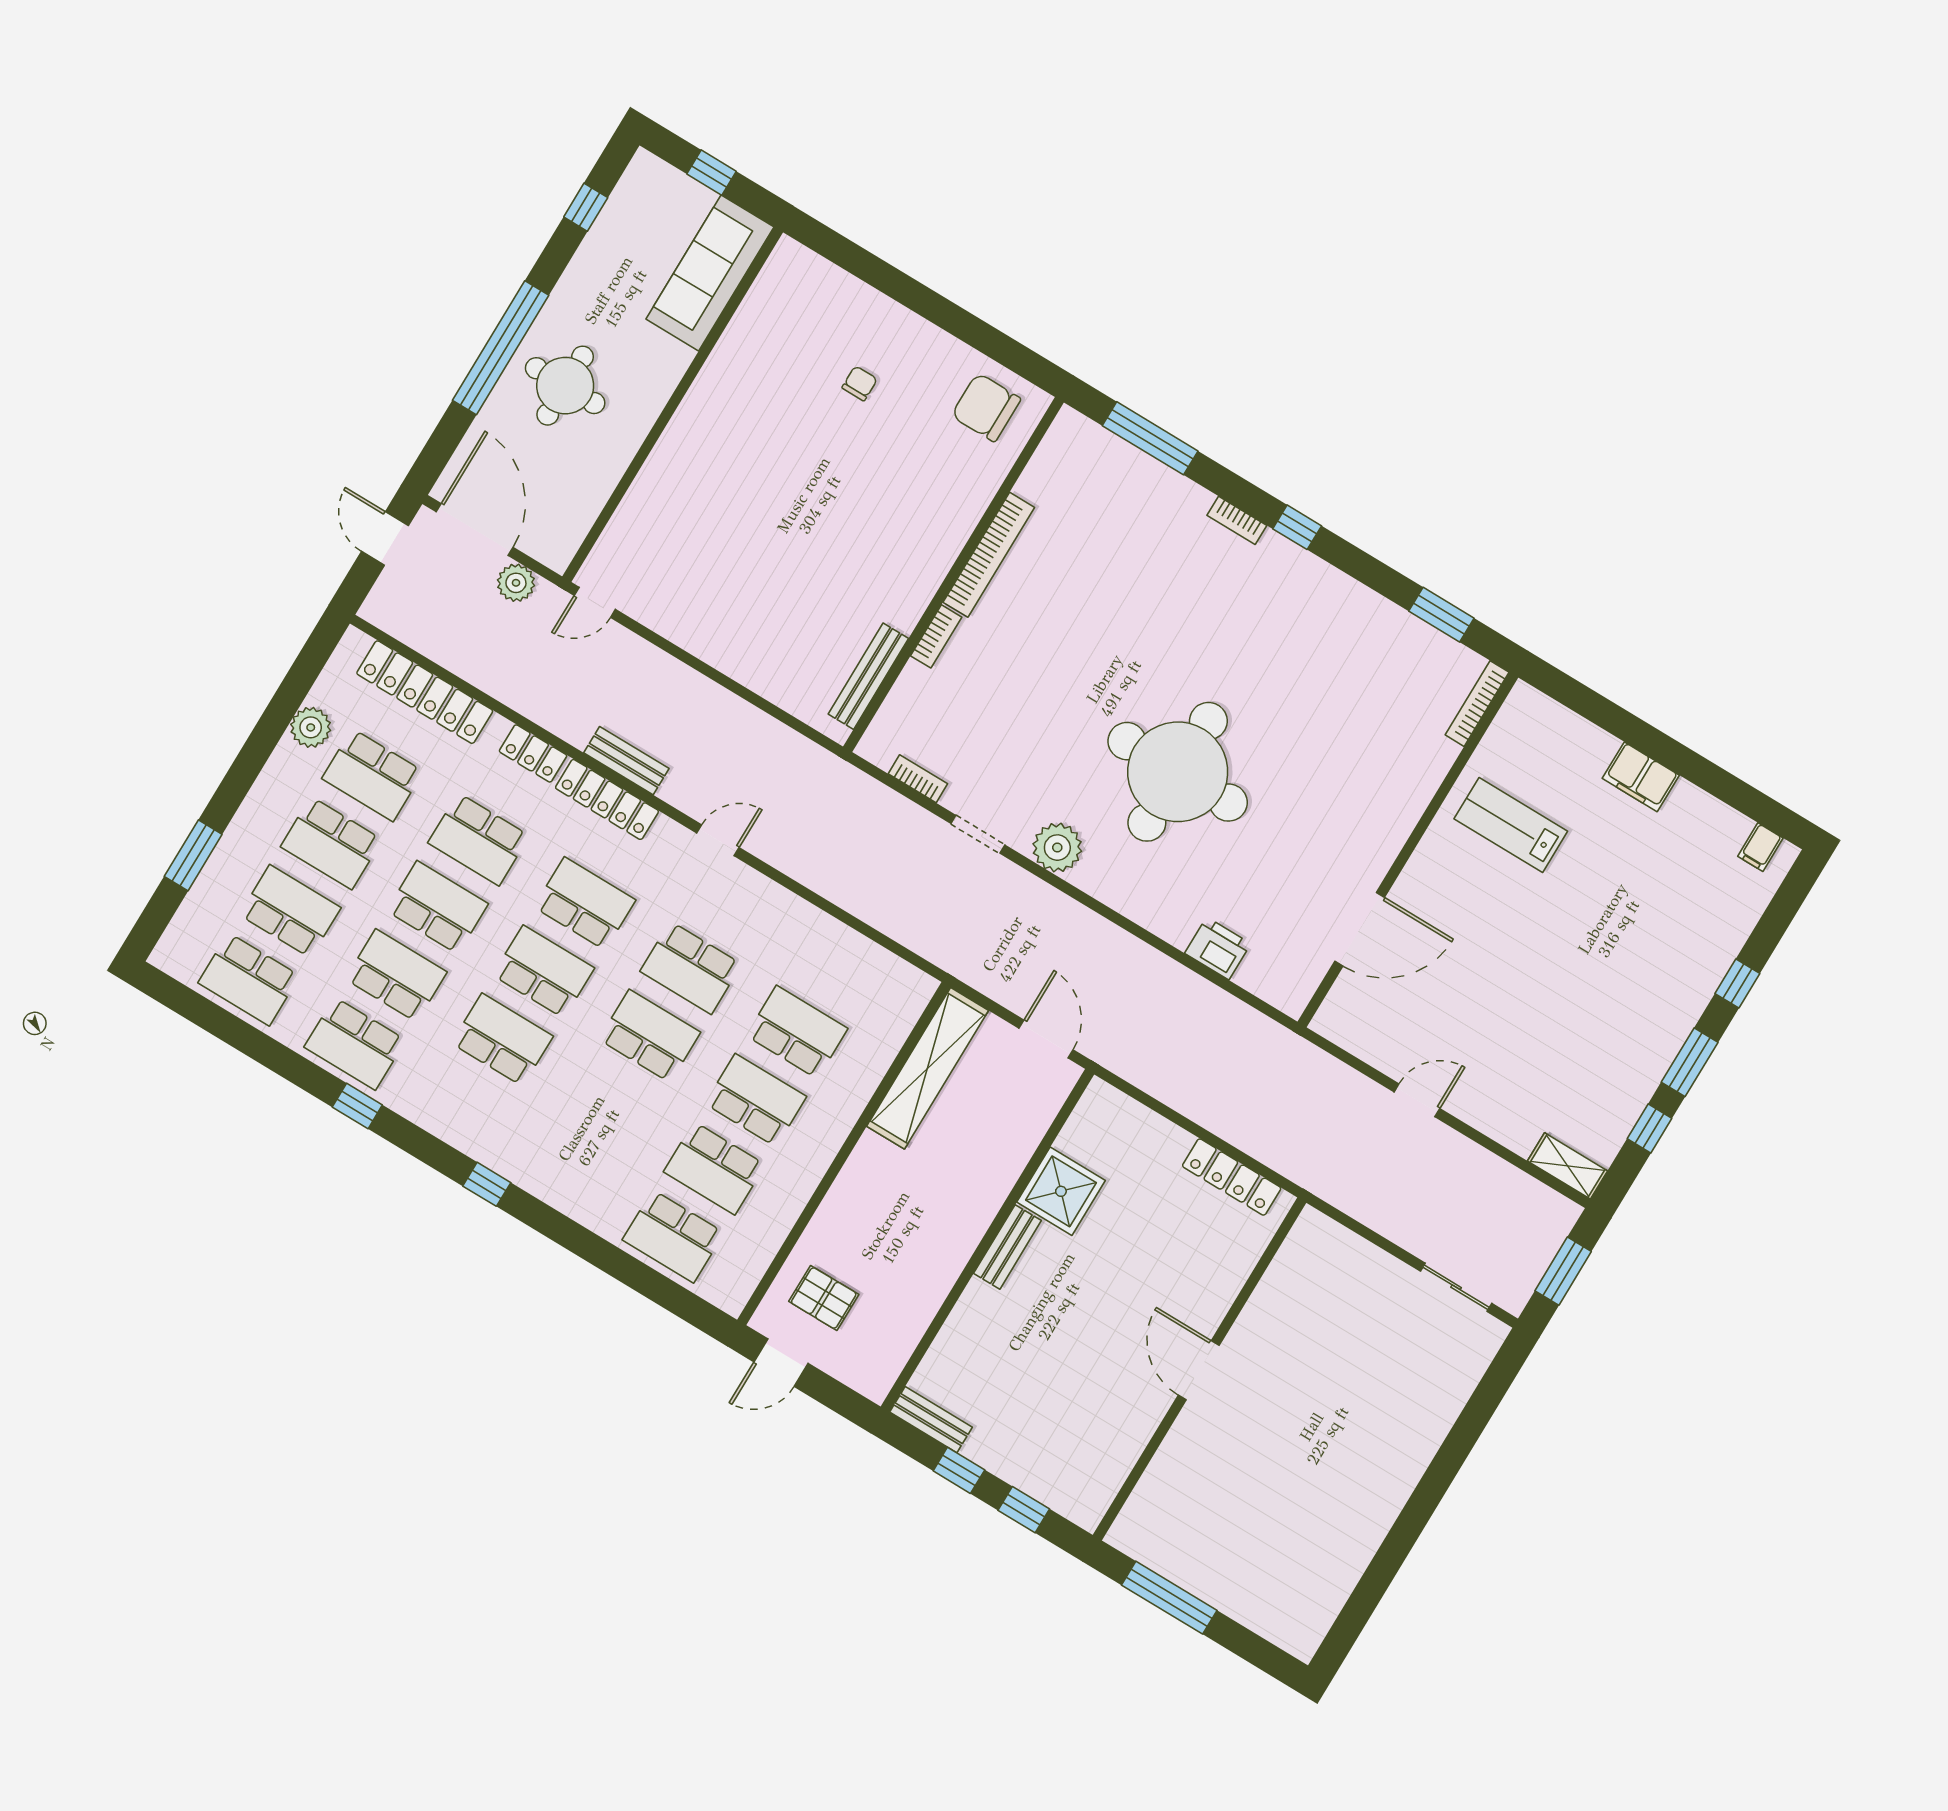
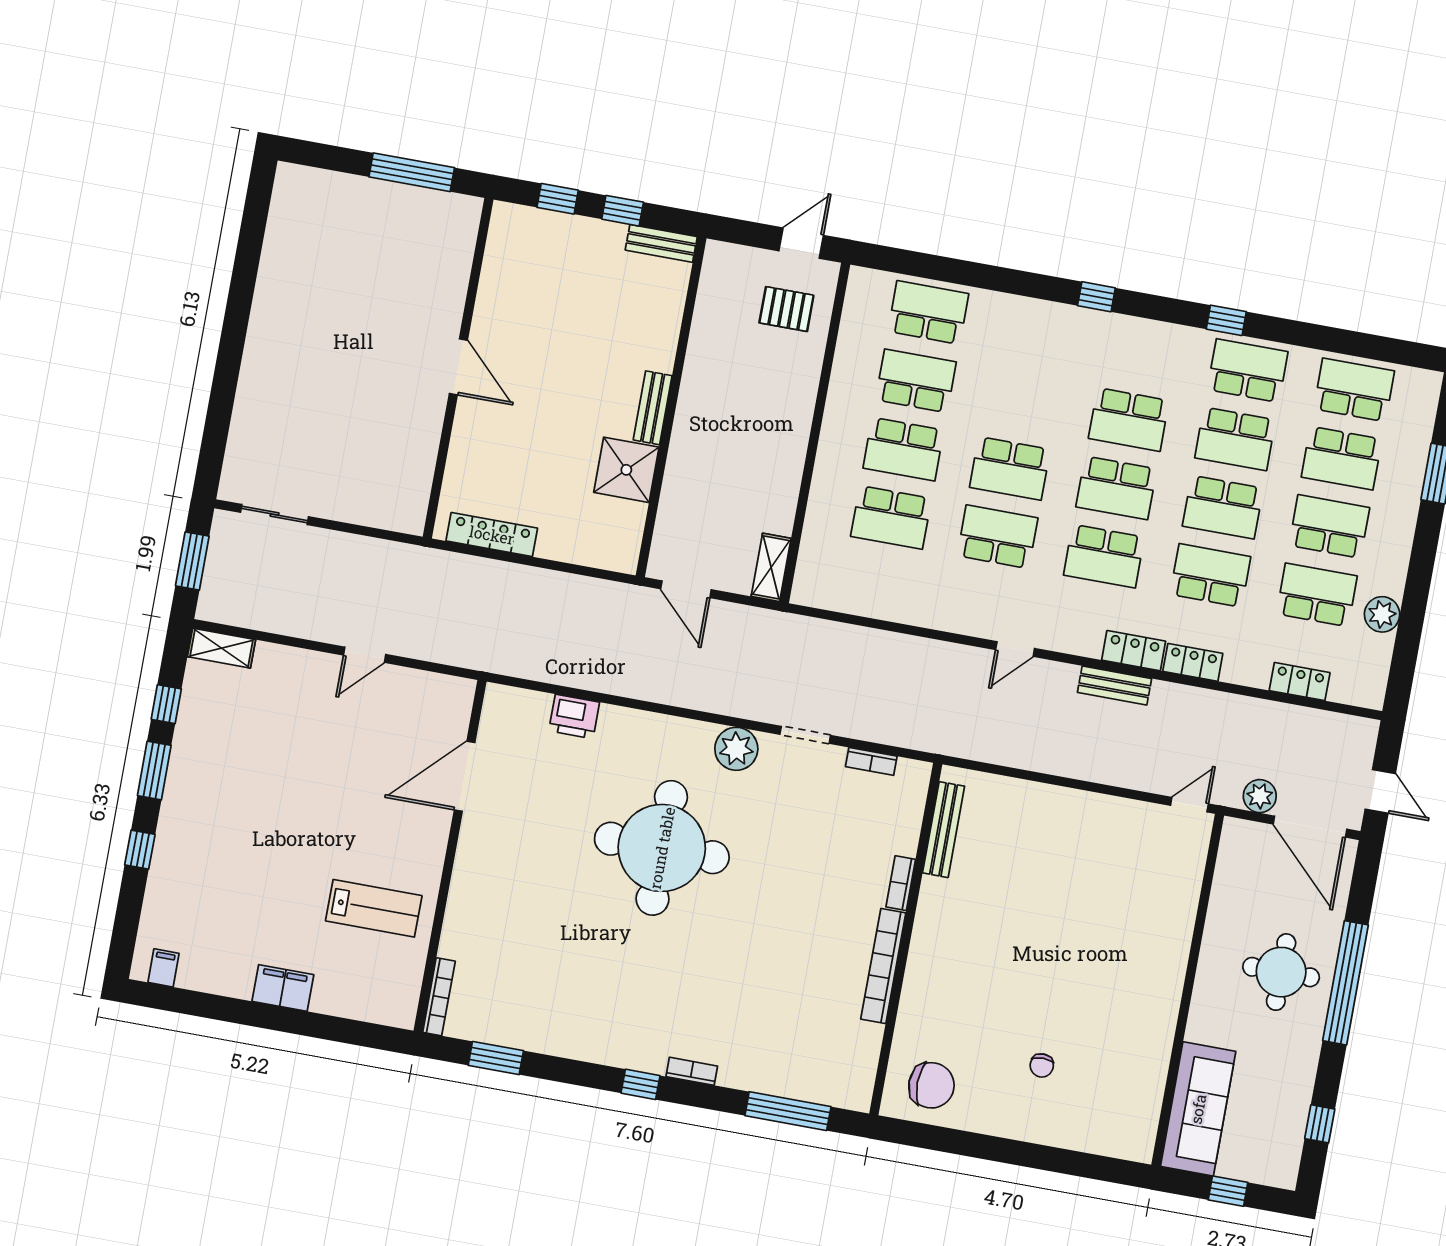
locker: (425, 692) -> (1300, 682), width x0.46, depth x0.83
locker: (607, 799) -> (1134, 651), width x0.66
shelving: (928, 1068) -> (771, 567), width x0.45, depth x0.75

